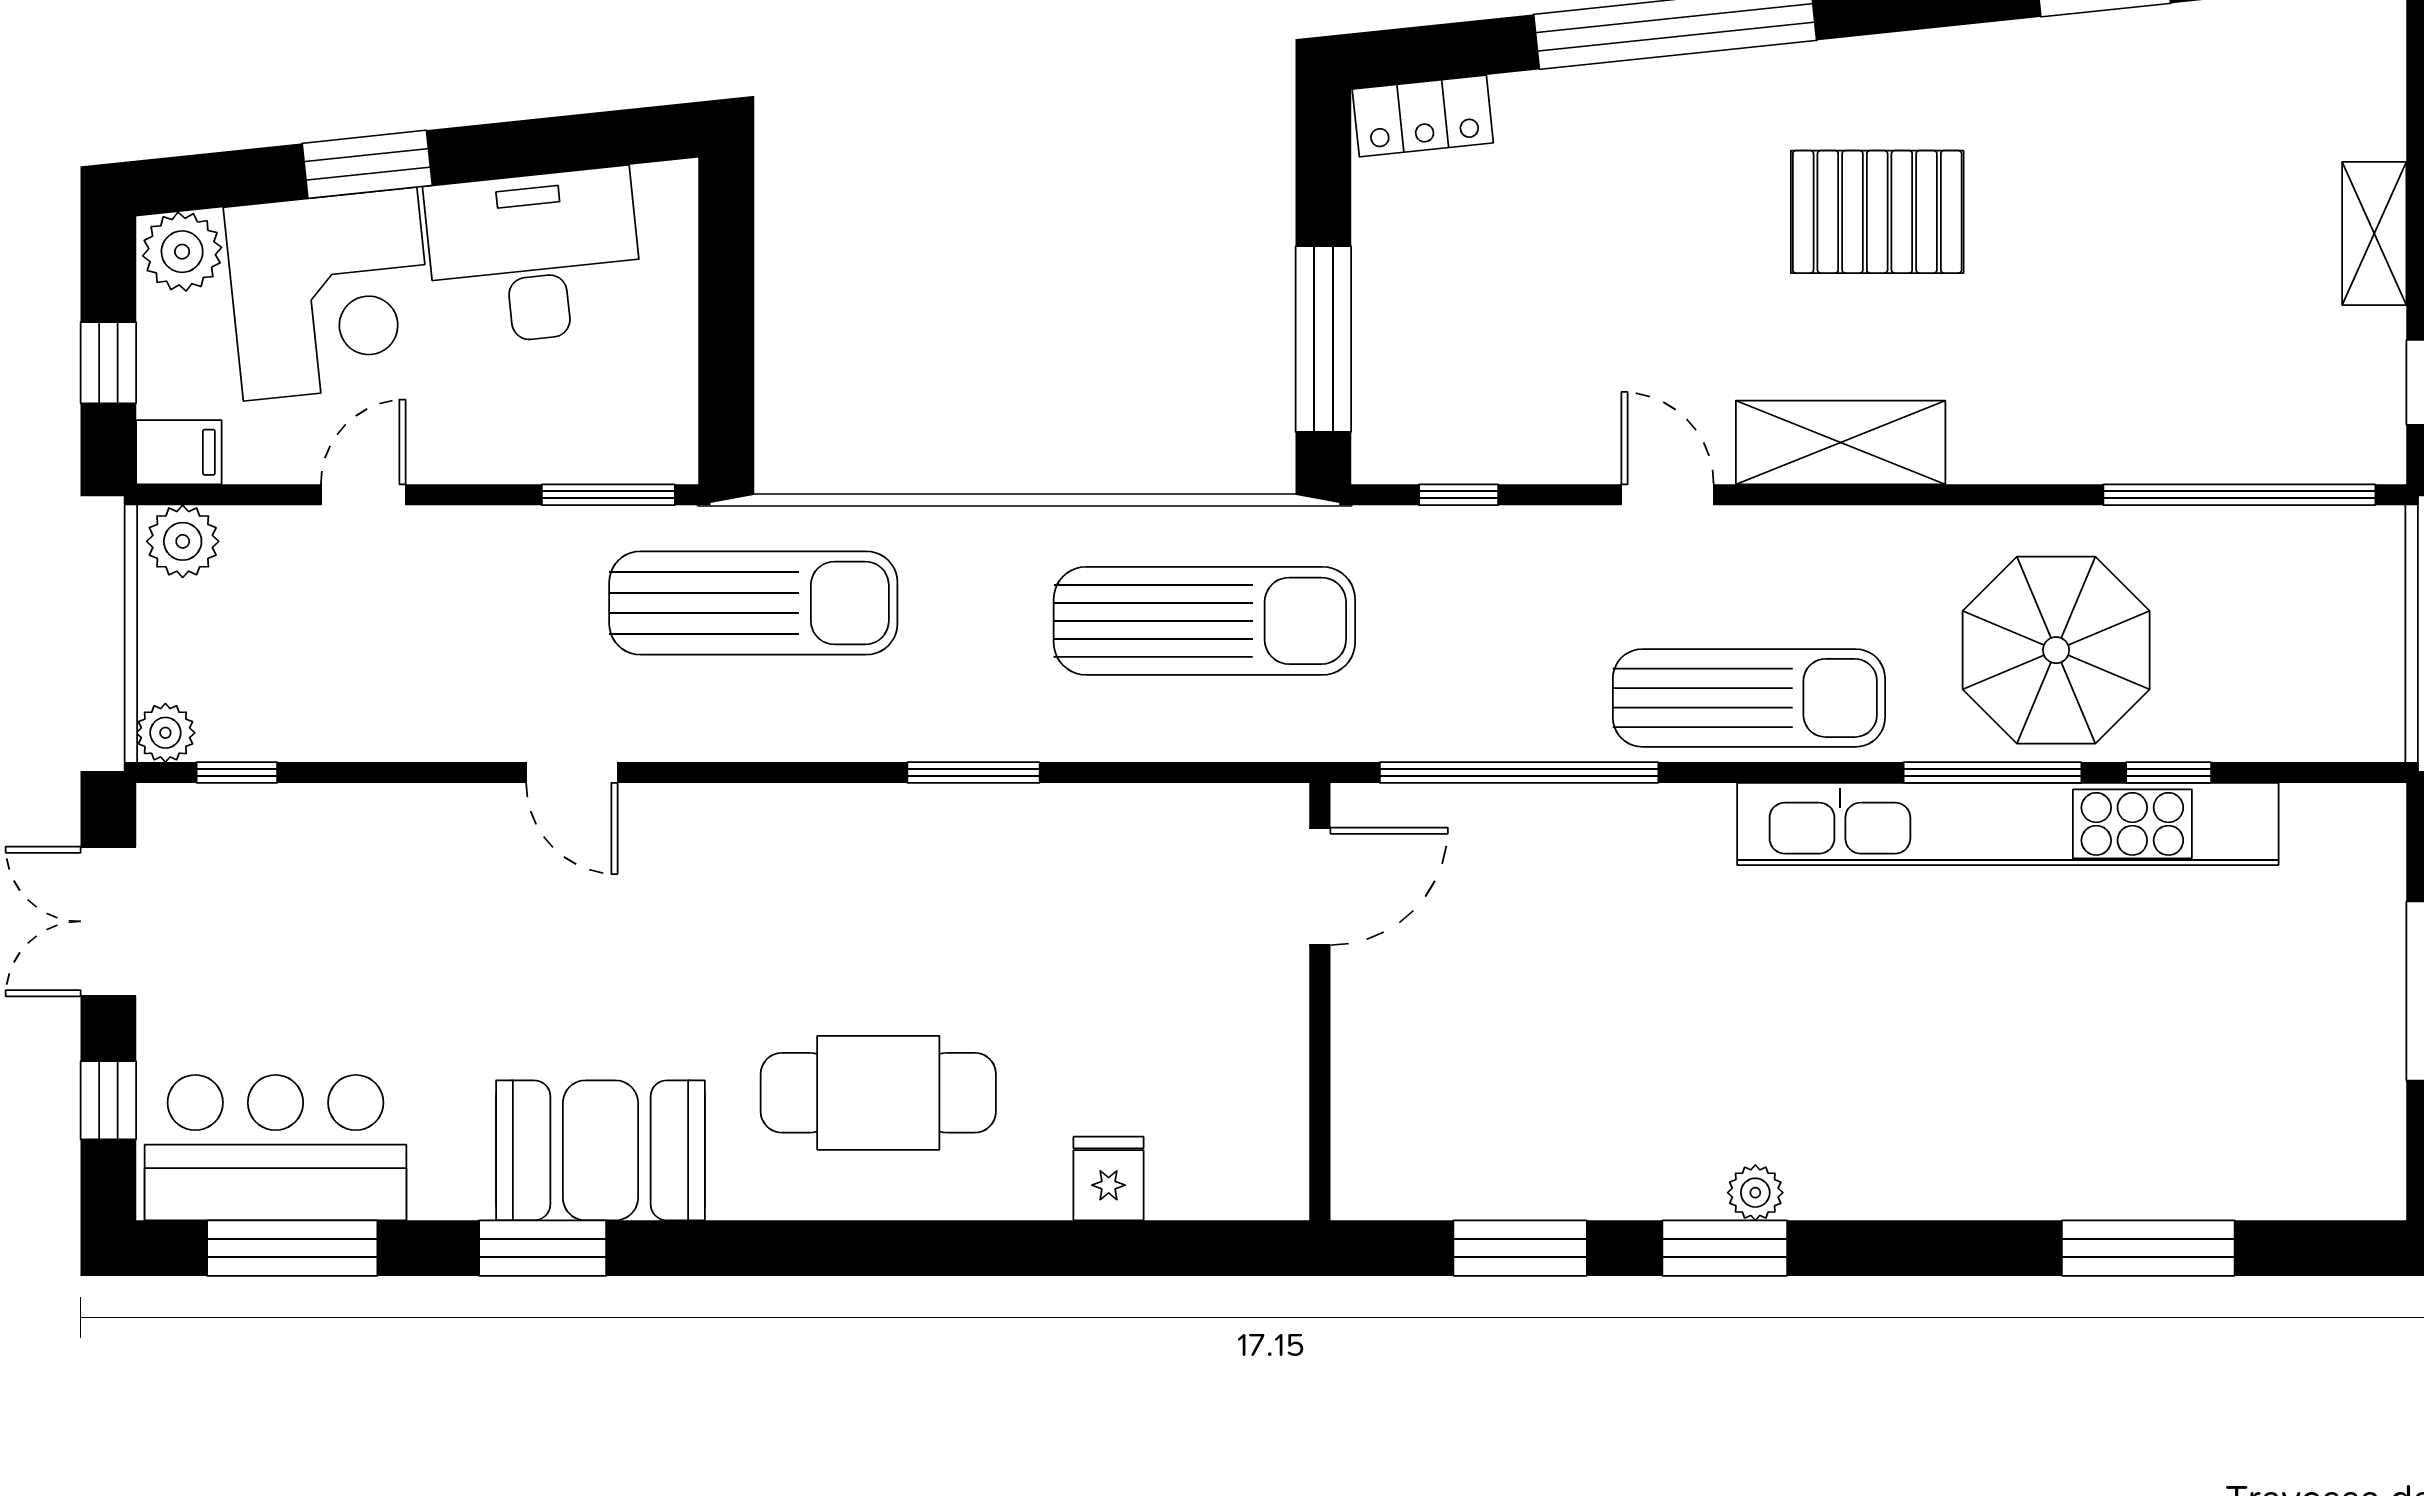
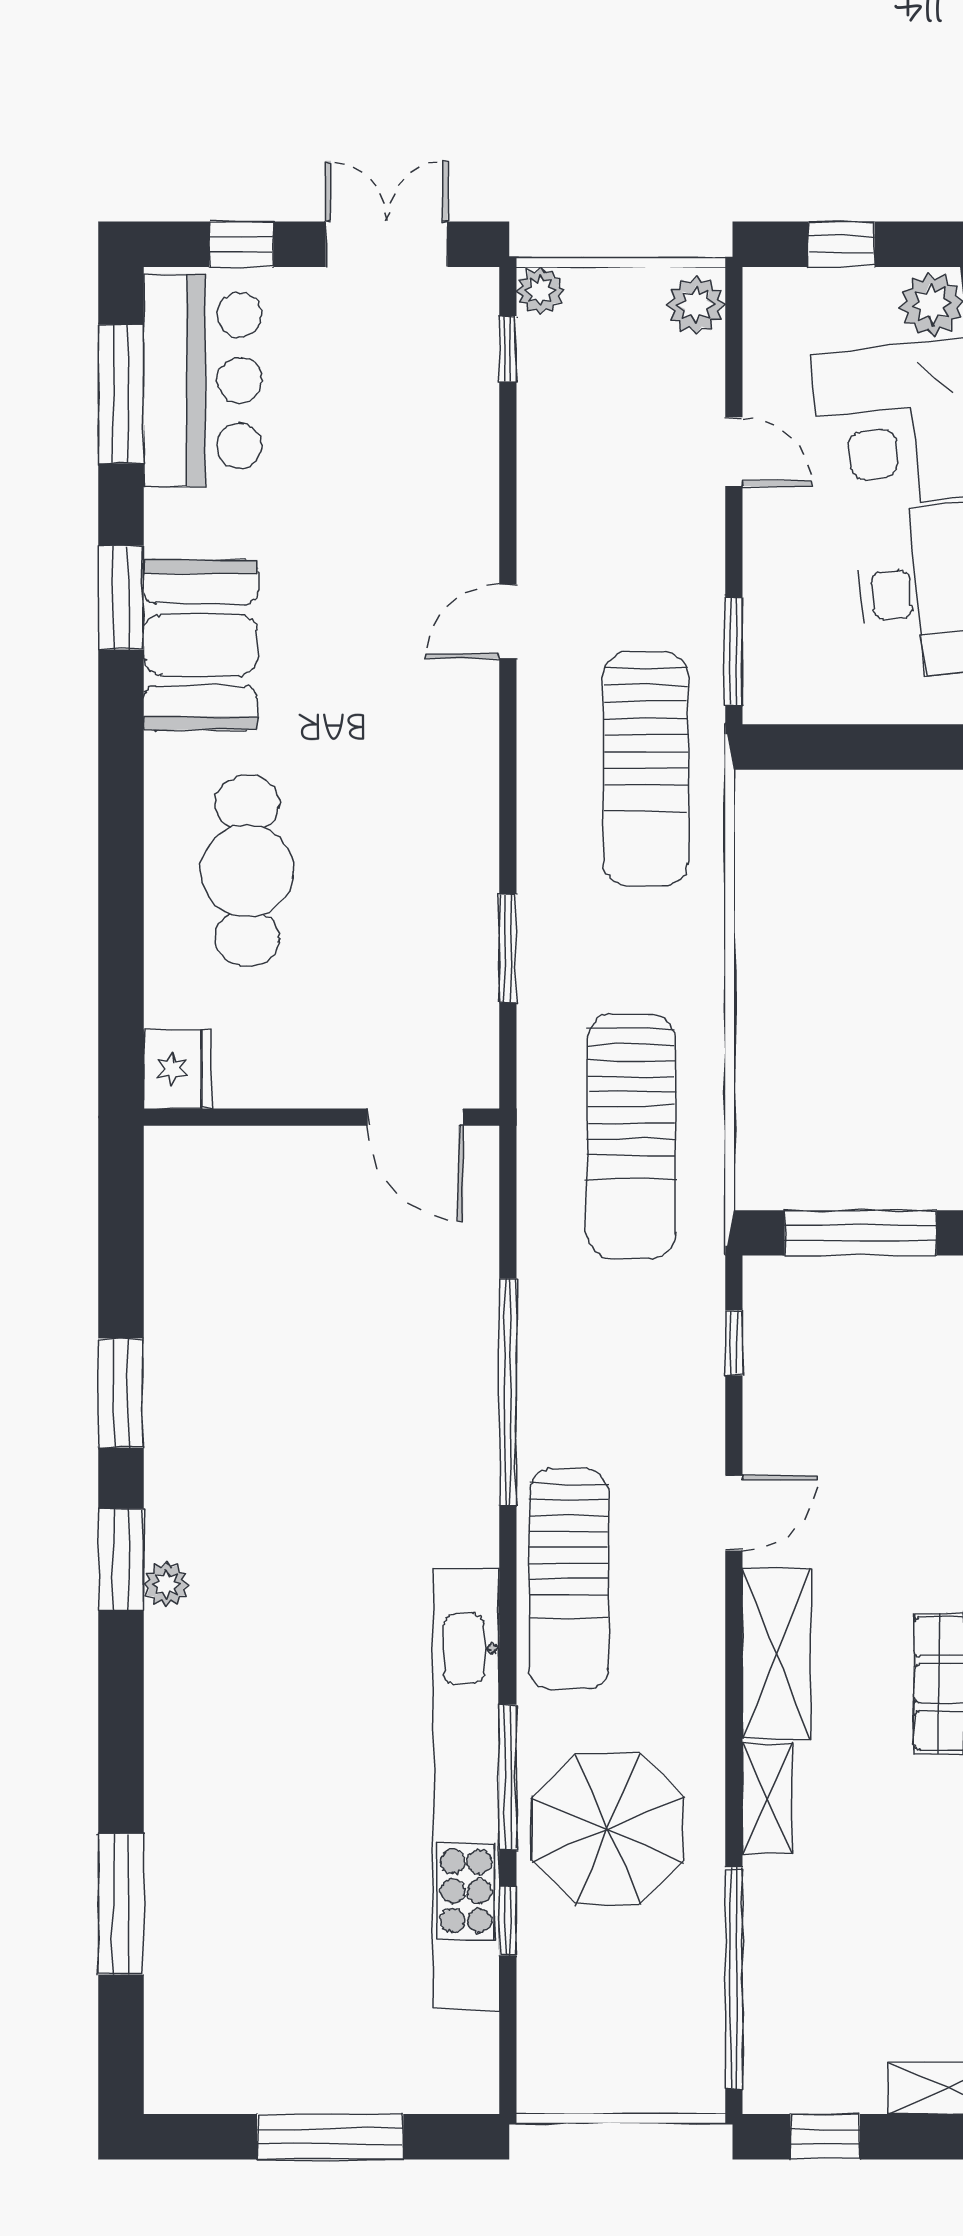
filing cabinet: (179, 452) -> (768, 302), removed
shelving: (2019, 454) -> (767, 1798), added
door: (1320, 886) -> (415, 1117), moved
wall: (1320, 1002) -> (321, 1117), moved
fridge: (1109, 1179) -> (178, 1069), width x1.38

